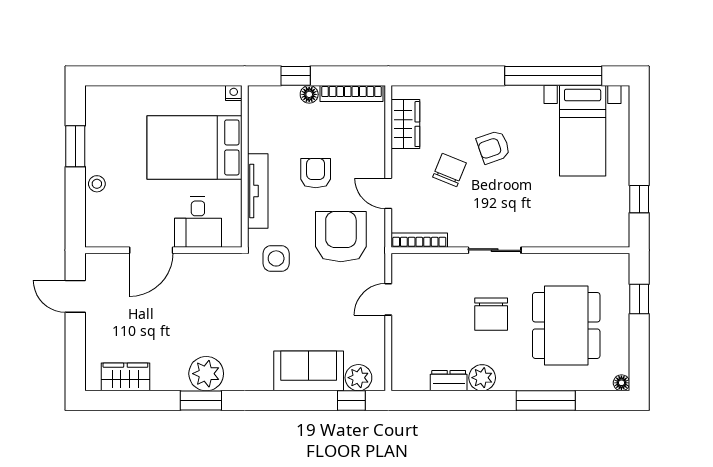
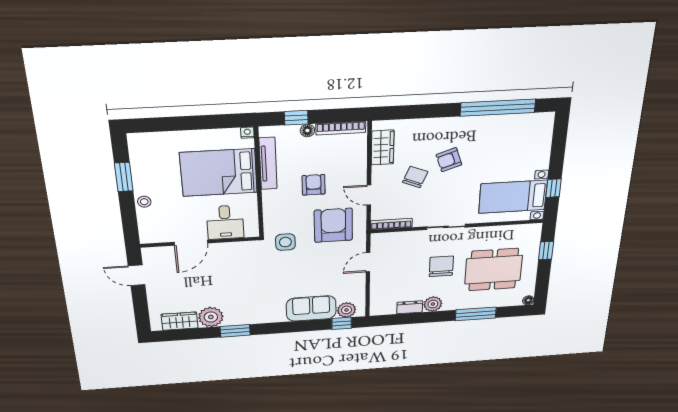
bed with nightstands: (583, 131) -> (513, 197), moved, turned 90
tv unit: (258, 191) -> (268, 163), moved
chair: (491, 314) -> (441, 266), turned 180
dining table: (566, 325) -> (494, 270), turned 90
plant: (206, 374) -> (211, 317), moved

